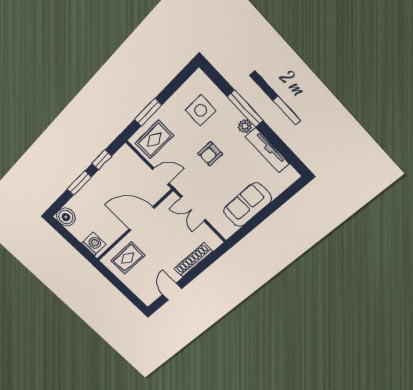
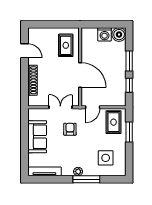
tv unit: (267, 150) -> (44, 171), moved
armchair: (210, 154) -> (70, 129), moved
door: (142, 219) -> (80, 75), hinge flipped
washing machine: (94, 244) -> (105, 34), moved

